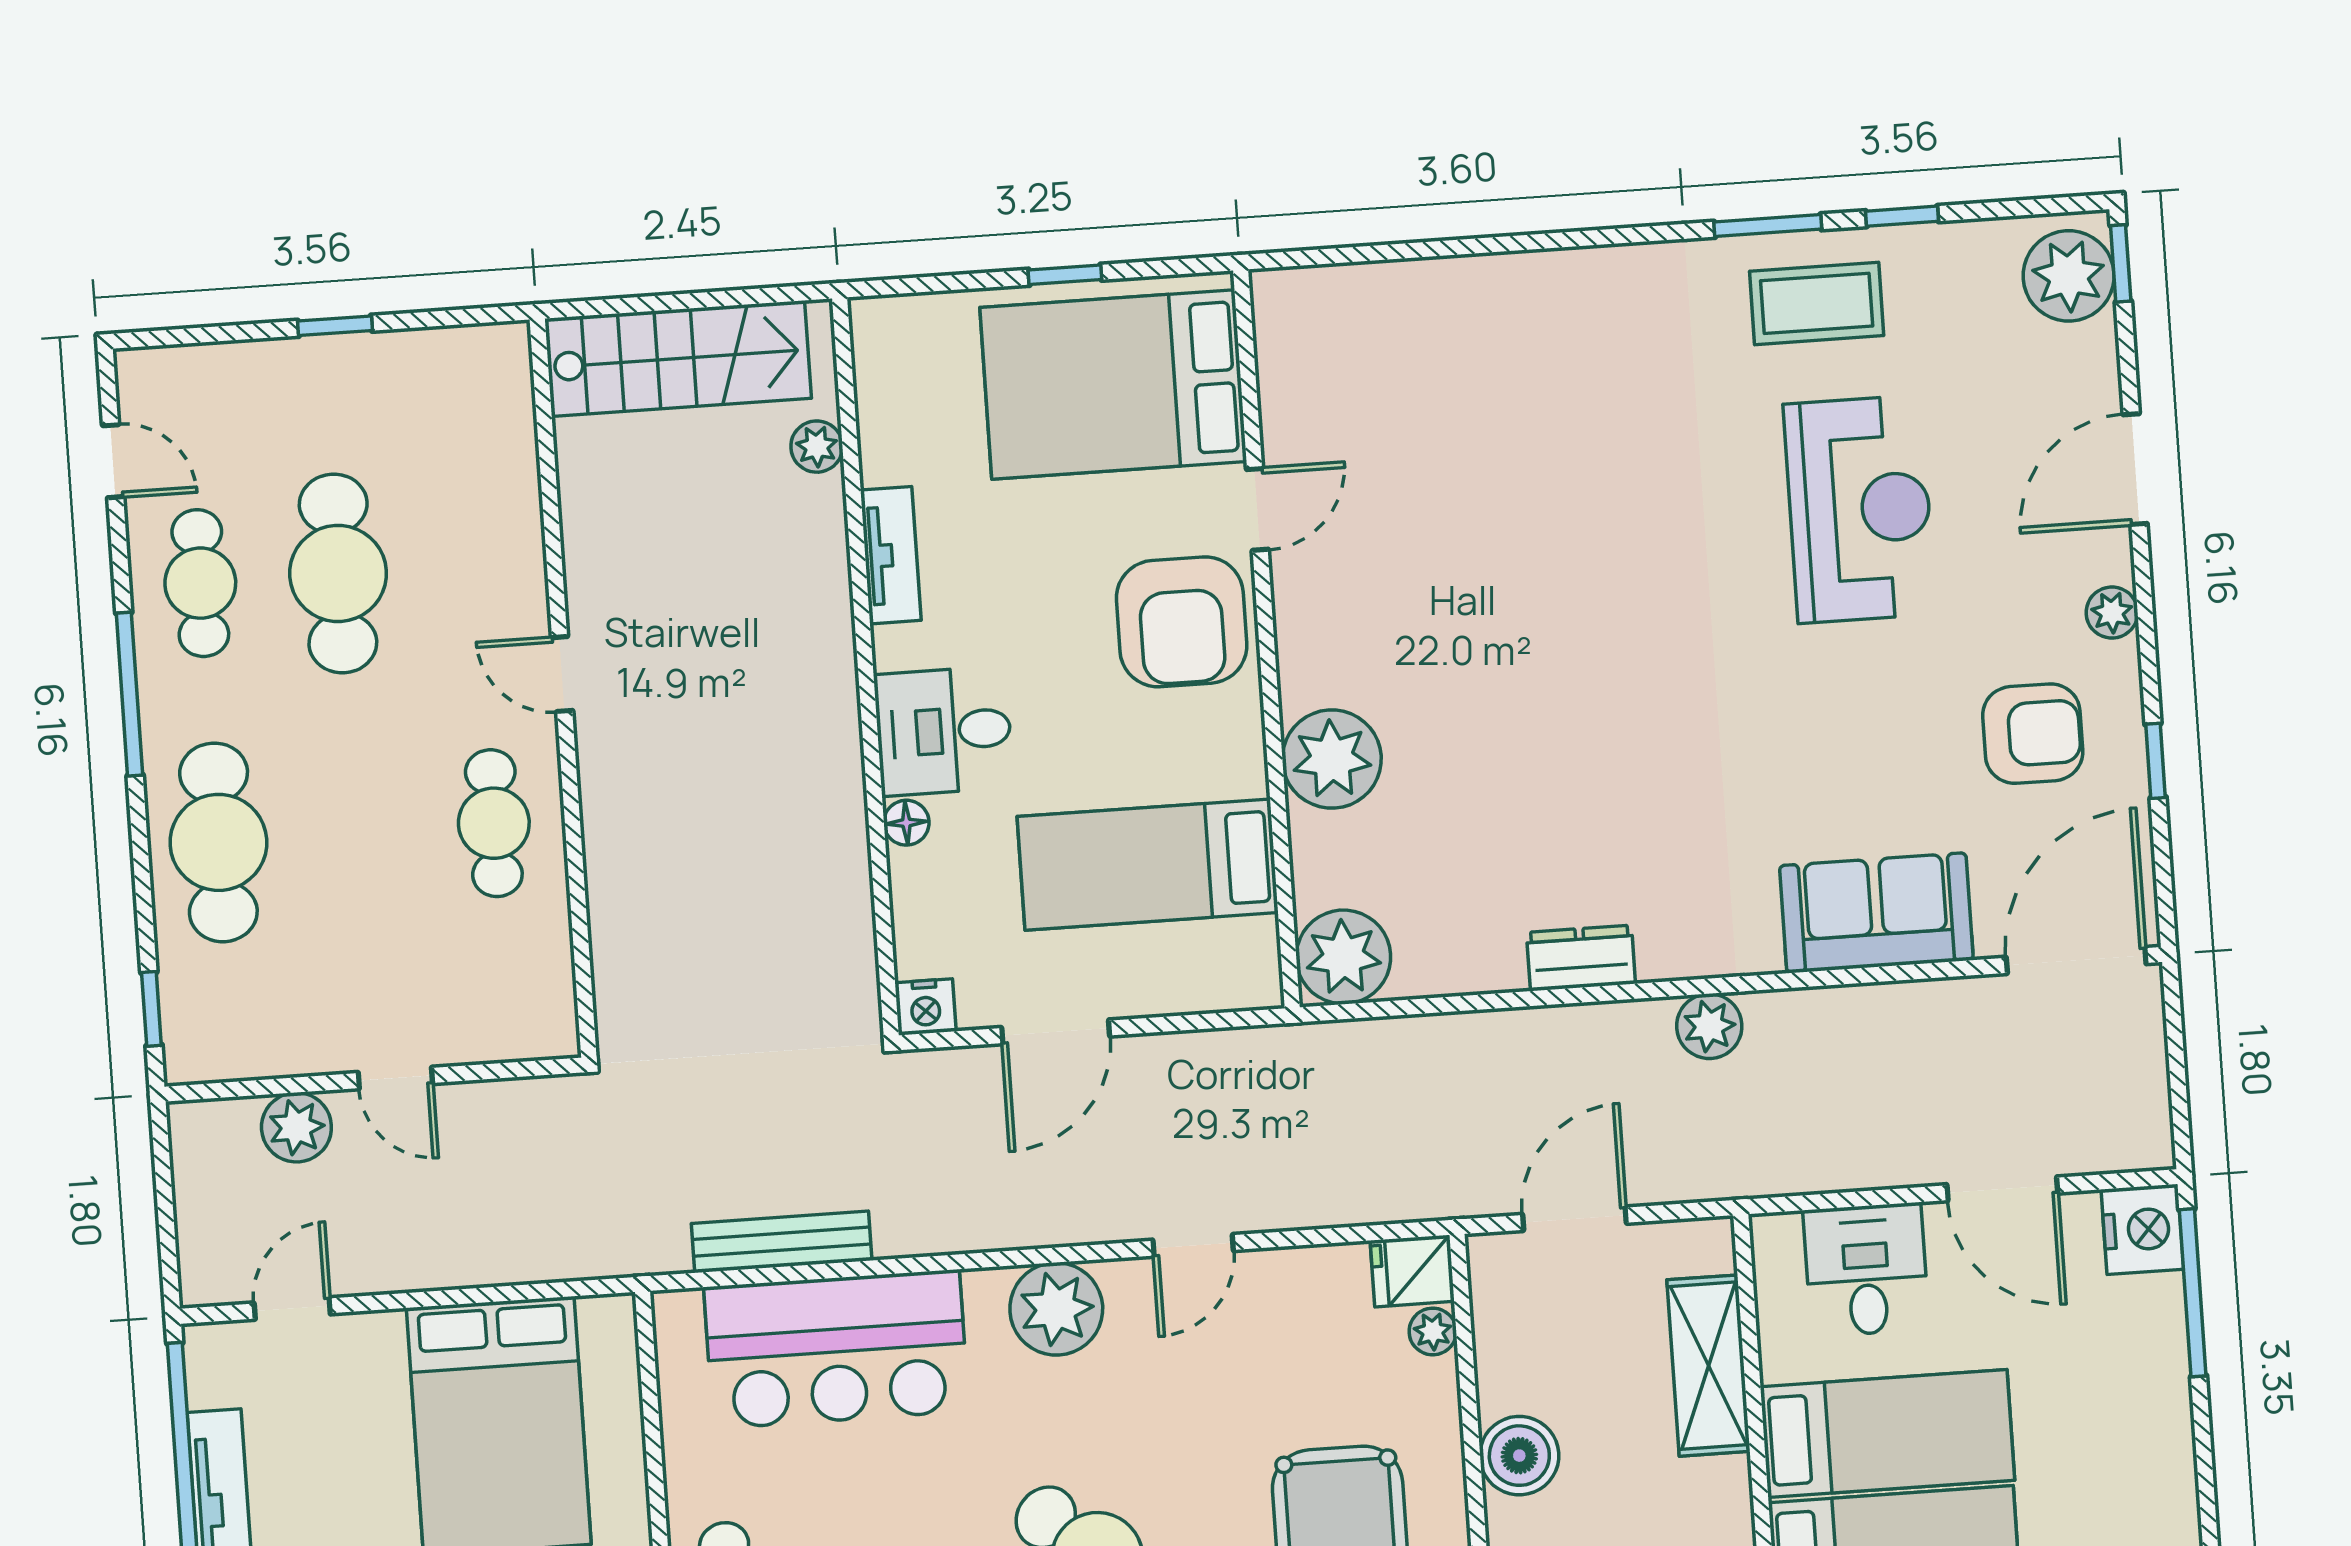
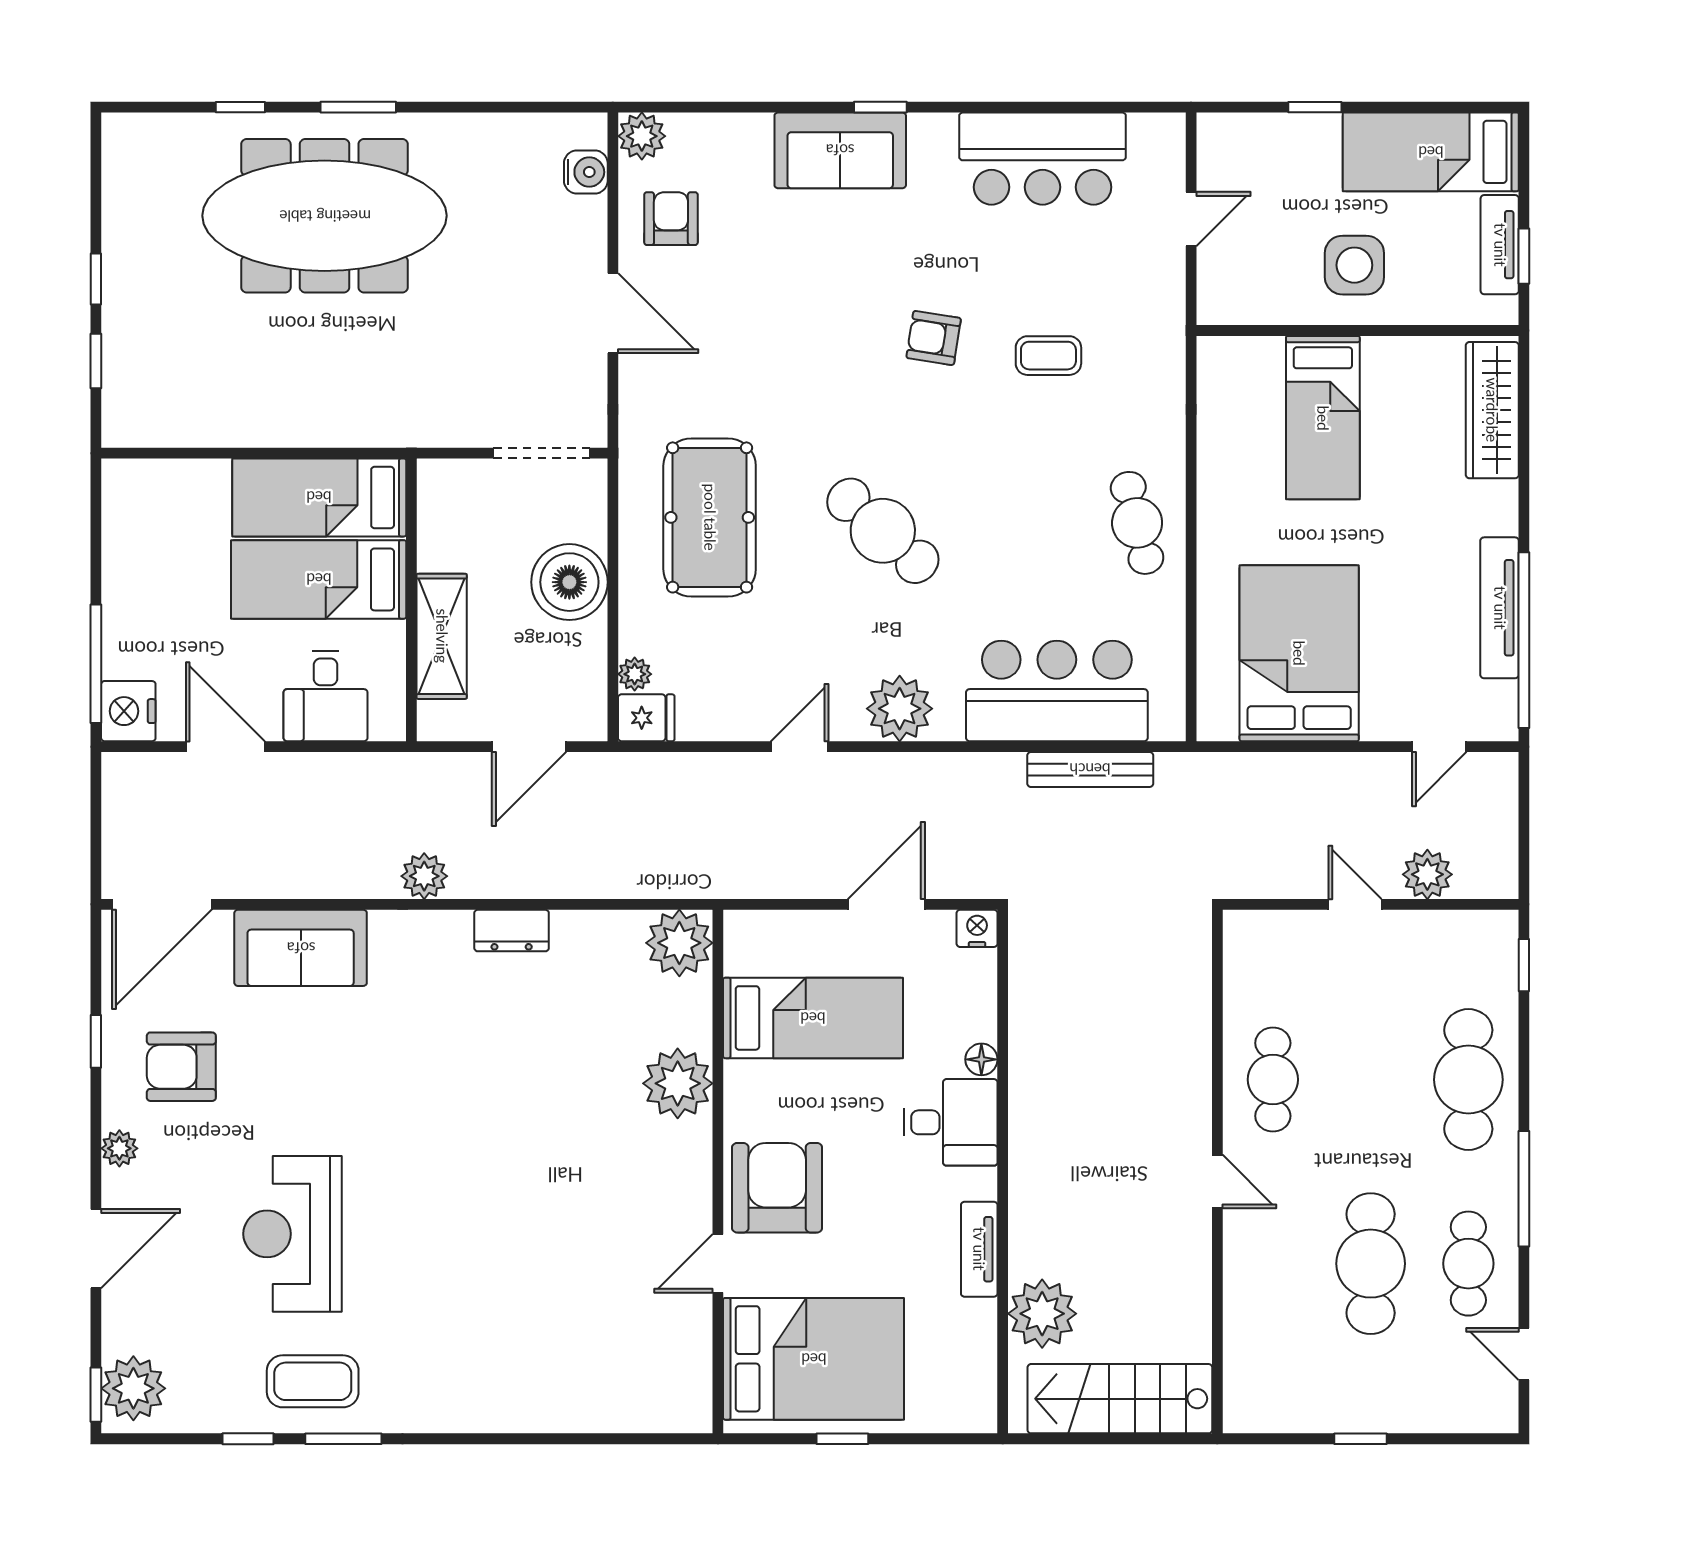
plant: (817, 447) -> (1042, 1314), width x1.88, depth x1.88
boiler: (1519, 1456) -> (569, 582), width x1.37, depth x1.37

